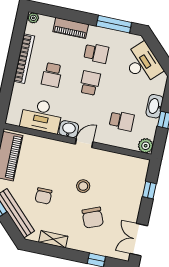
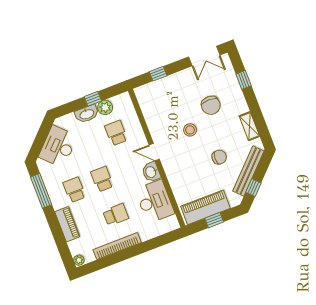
school desk: (90, 83) -> (102, 179), turned 90
plant: (146, 146) -> (105, 107), moved
chair: (93, 218) -> (211, 105), turned 112

